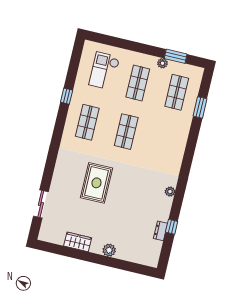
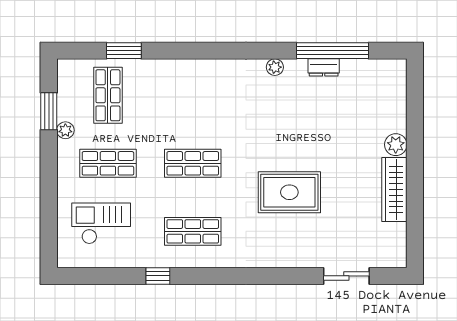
checkout: (104, 71) -> (101, 223), turned 180
shop shelf: (177, 92) -> (108, 95), turned 90
window: (172, 227) -> (332, 51), width x3.17
dresser: (160, 231) -> (324, 67), moved
wardrobe: (78, 242) -> (394, 190), width x1.50

